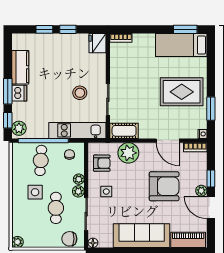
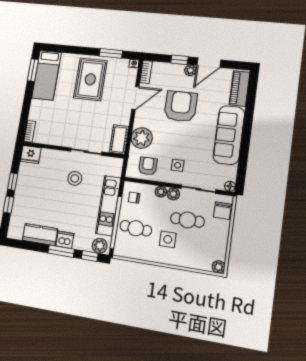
kitchen unit: (77, 130) -> (108, 206), moved

